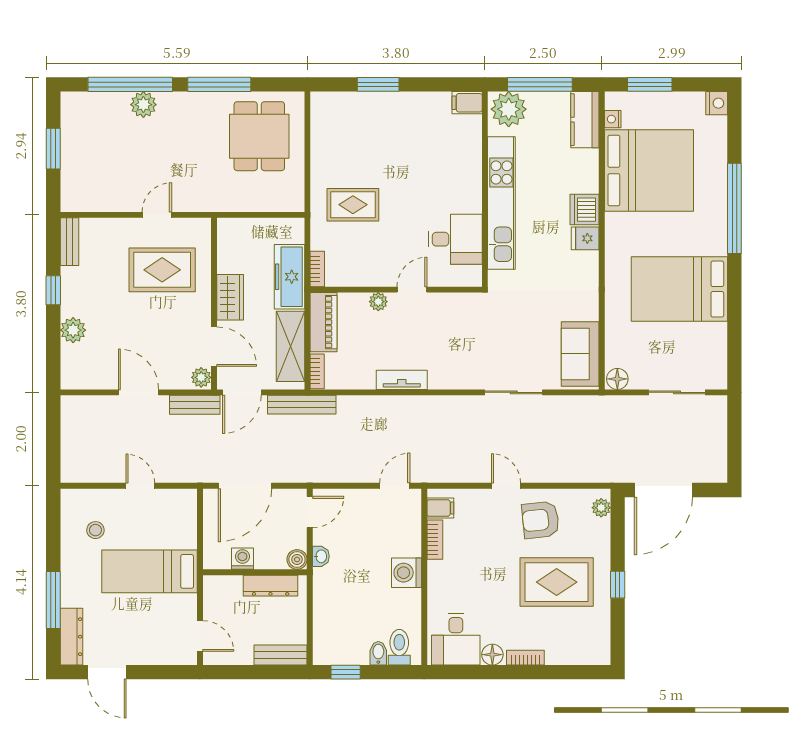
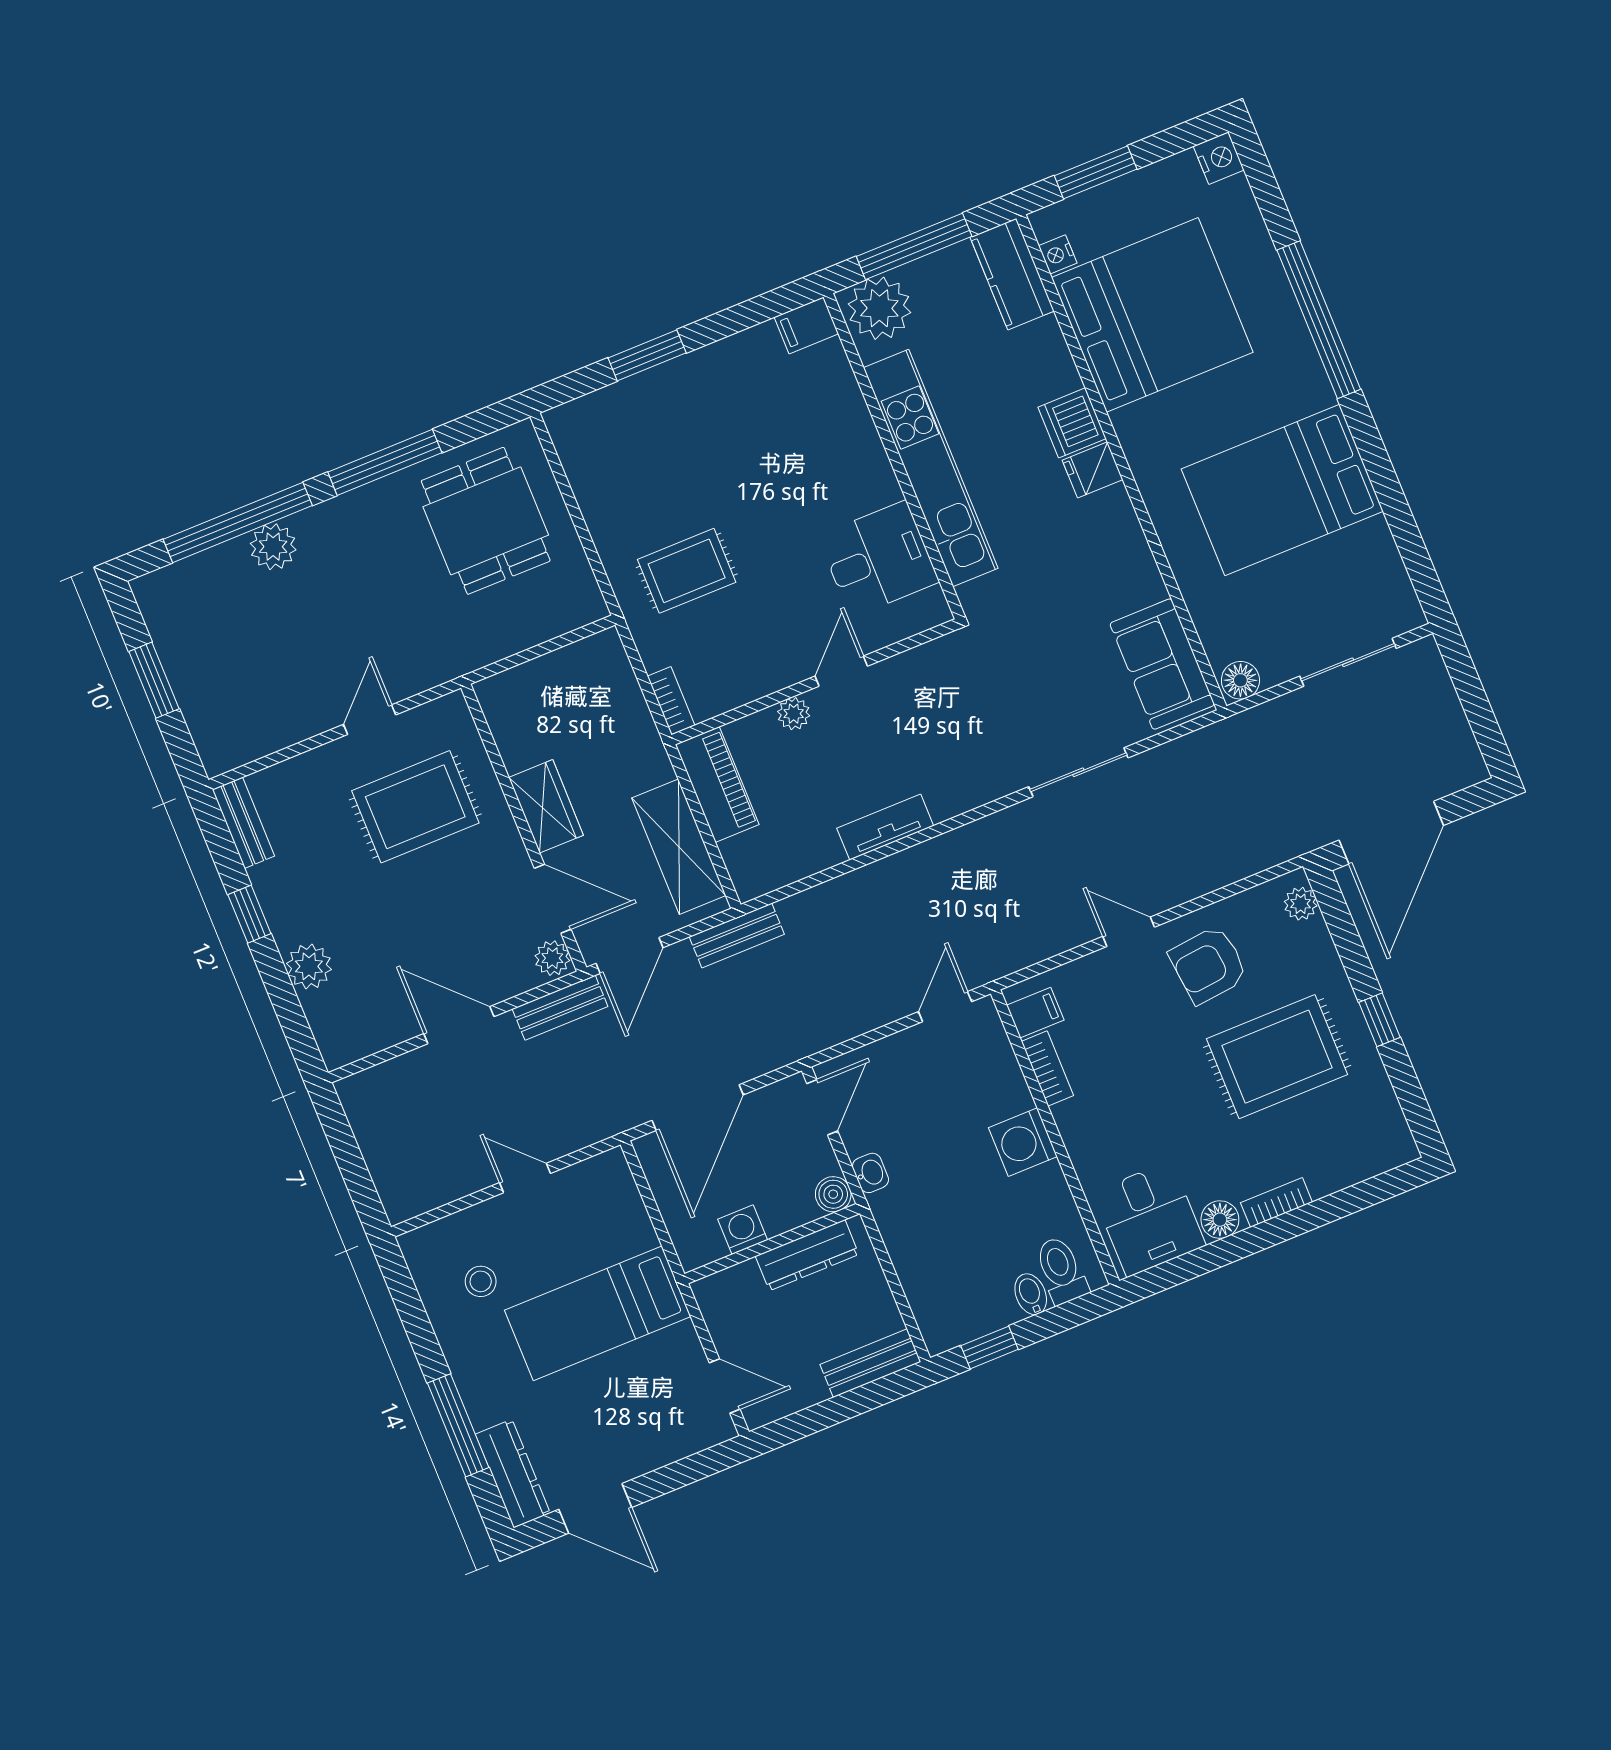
freezer: (290, 277) -> (630, 732), removed
bookcase: (317, 371) -> (740, 870), removed
bench: (302, 405) -> (737, 935), width x0.73

